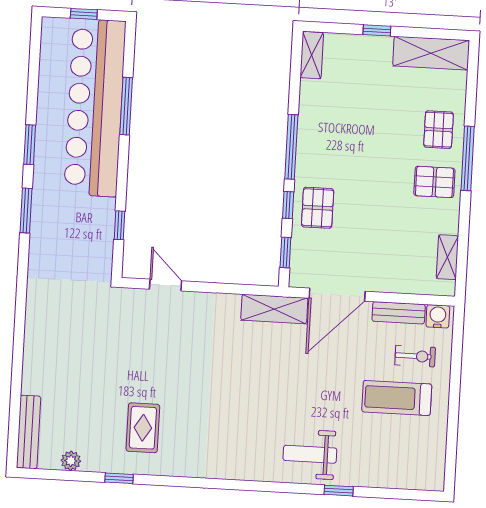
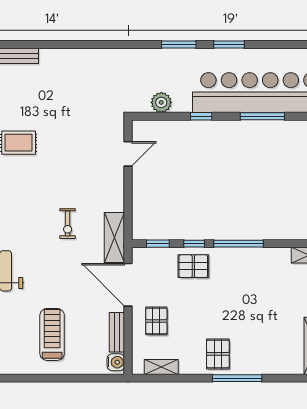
pallet: (439, 130) -> (156, 321), moved, turned 90
window: (119, 225) -> (201, 116), moved
plant: (101, 238) -> (161, 102), added
exercise bike: (415, 356) -> (68, 224), moved

